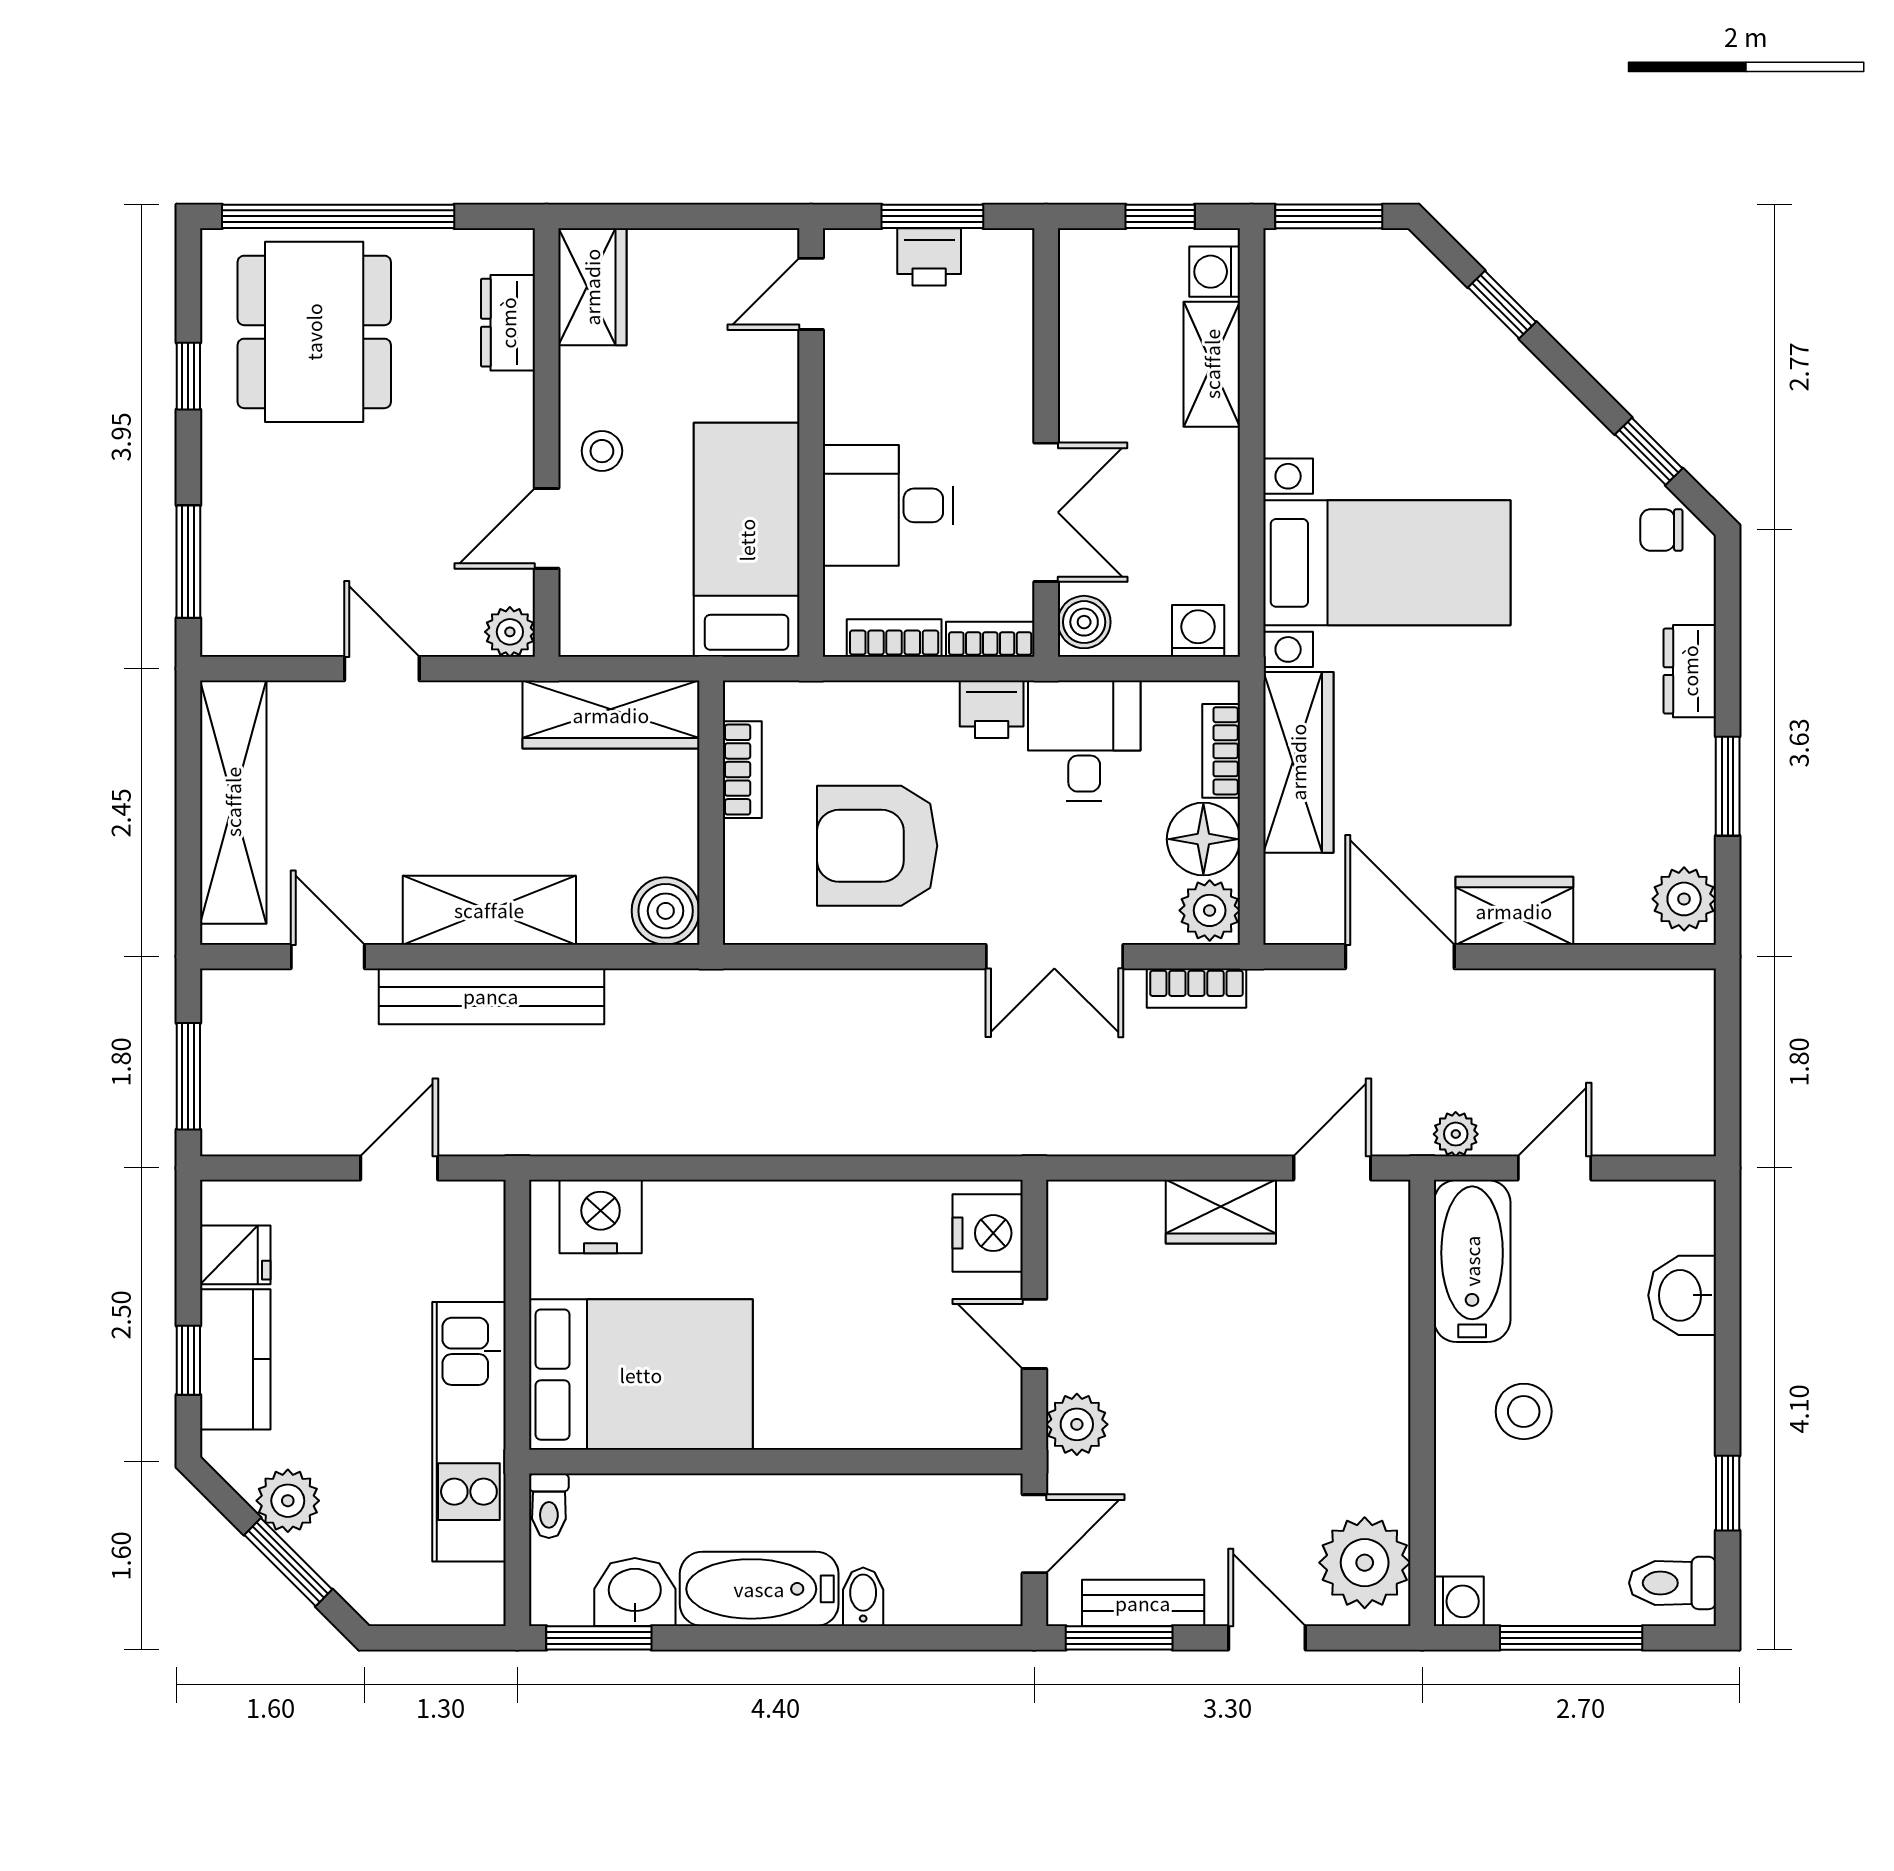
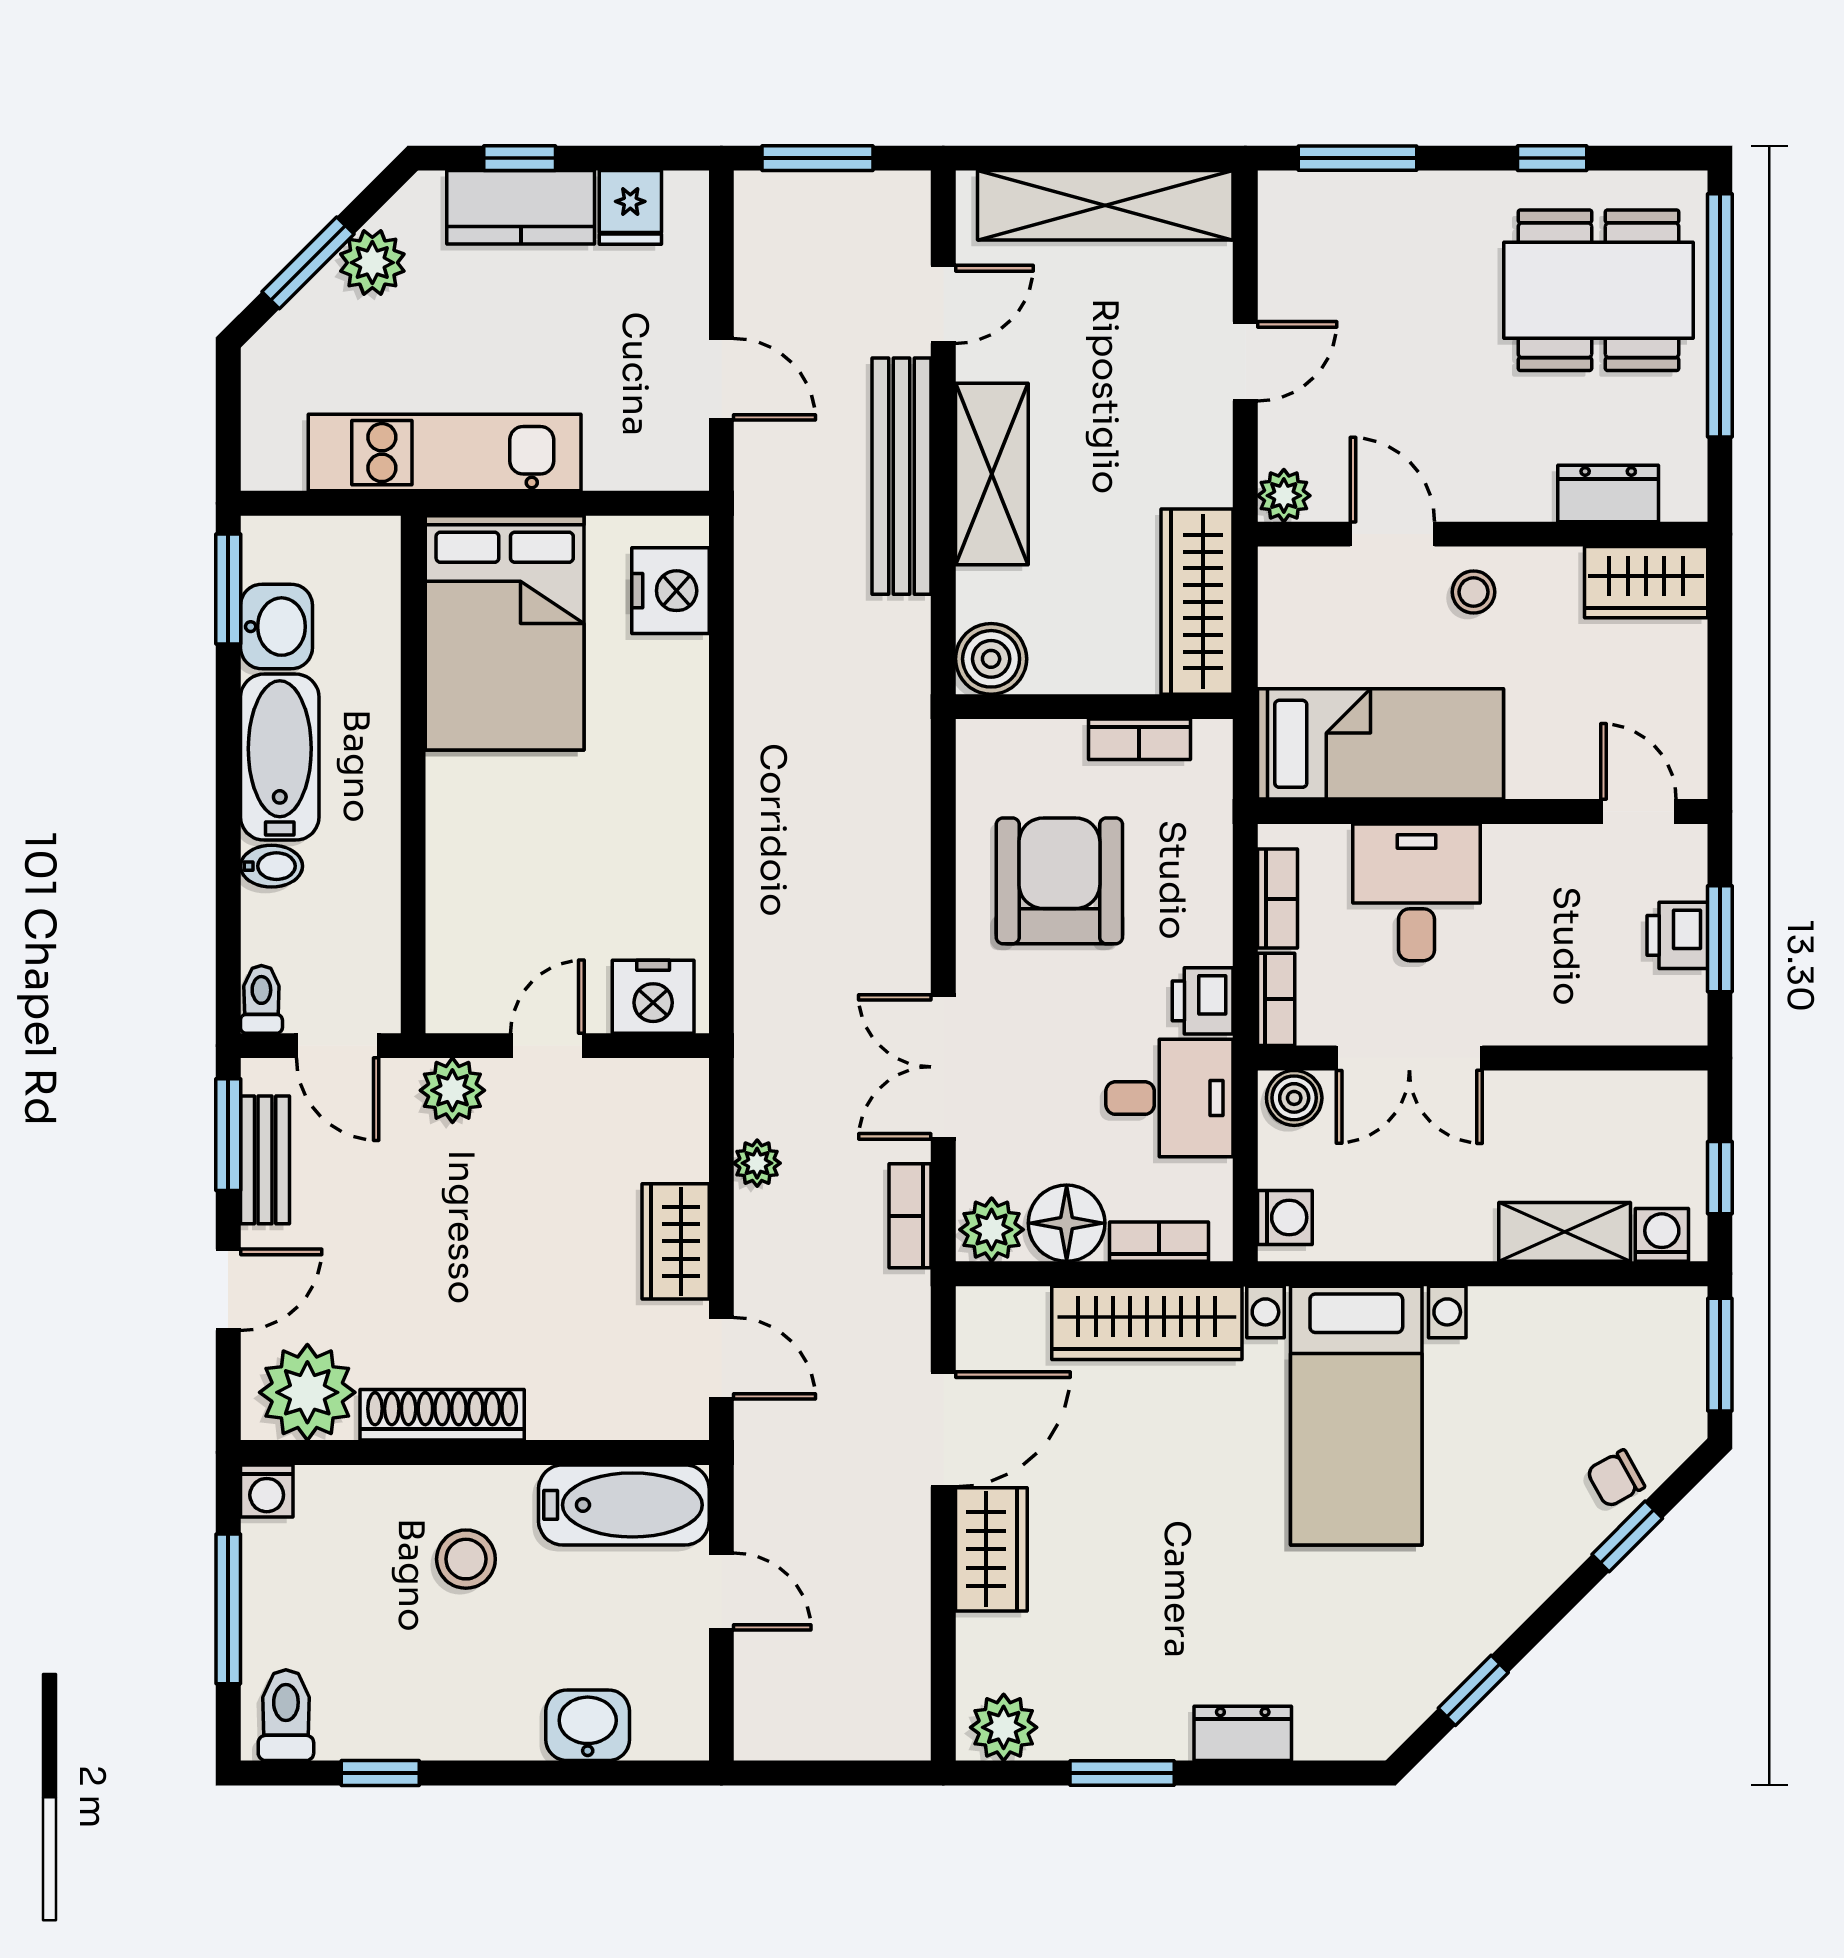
chair: (1661, 530) -> (1616, 1479), moved, turned -119
plant: (1456, 1134) -> (757, 1163), moved
shoe rack: (1386, 1434) -> (442, 1415), added
toilet: (549, 1506) -> (261, 999), moved, turned 90

